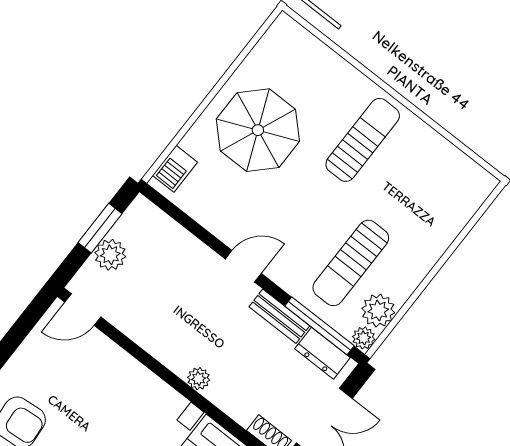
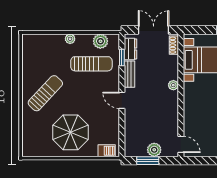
sun lounger: (363, 140) -> (45, 93), turned 133
window: (319, 326) -> (122, 57), width x0.46
plant: (364, 338) -> (70, 39), moved

